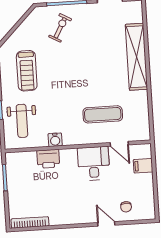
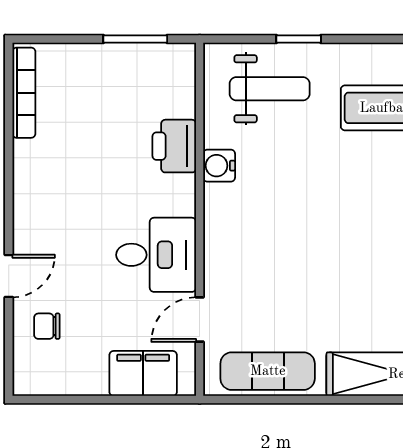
exercise mat: (103, 114) -> (268, 371), moved, turned 90
weight bench: (22, 121) -> (270, 89), turned 180
filing cabinet: (143, 166) -> (143, 373), width x2.00

